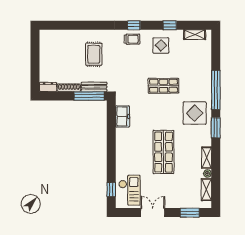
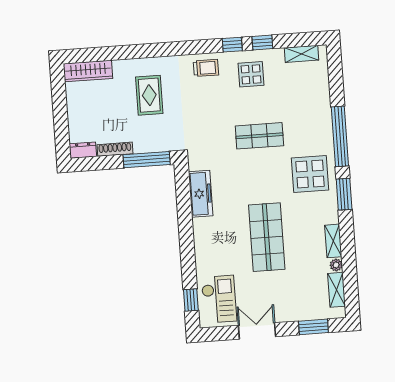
window: (134, 25) -> (232, 45), moved
wardrobe: (55, 36) -> (88, 71), added
bench: (94, 87) -> (153, 145), removed
freezer: (123, 116) -> (201, 194), width x1.40

